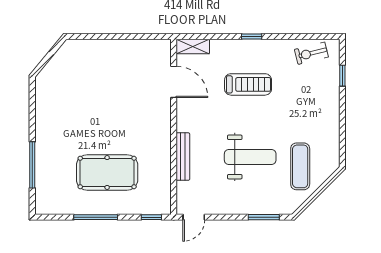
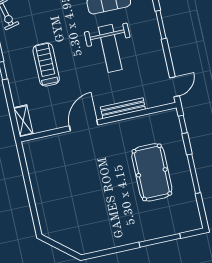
door: (174, 82) -> (84, 125), moved
weight bench: (250, 157) -> (110, 48), turned 180
door: (194, 217) -> (175, 87), hinge flipped

